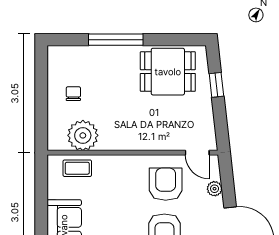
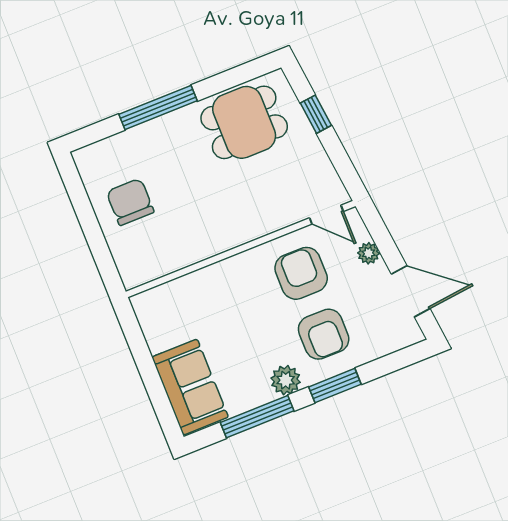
chair: (73, 94) -> (130, 202), width x1.87, depth x1.87
plant: (83, 135) -> (165, 253), removed
coffee table: (77, 168) -> (175, 299), removed

